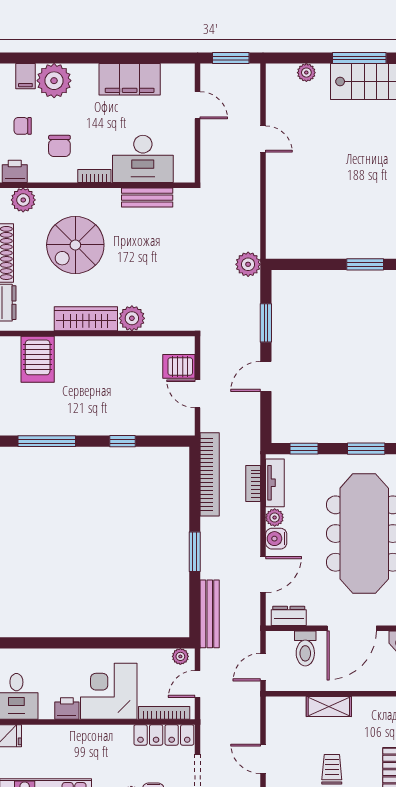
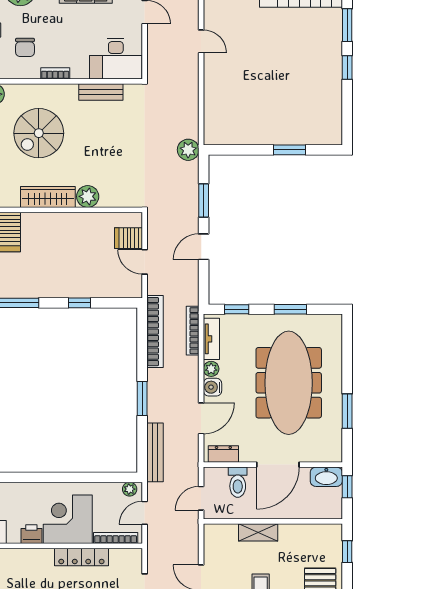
desk: (143, 159) -> (116, 59), moved
bookcase: (253, 484) -> (193, 331), width x1.56
locker: (164, 735) -> (81, 557), moved

